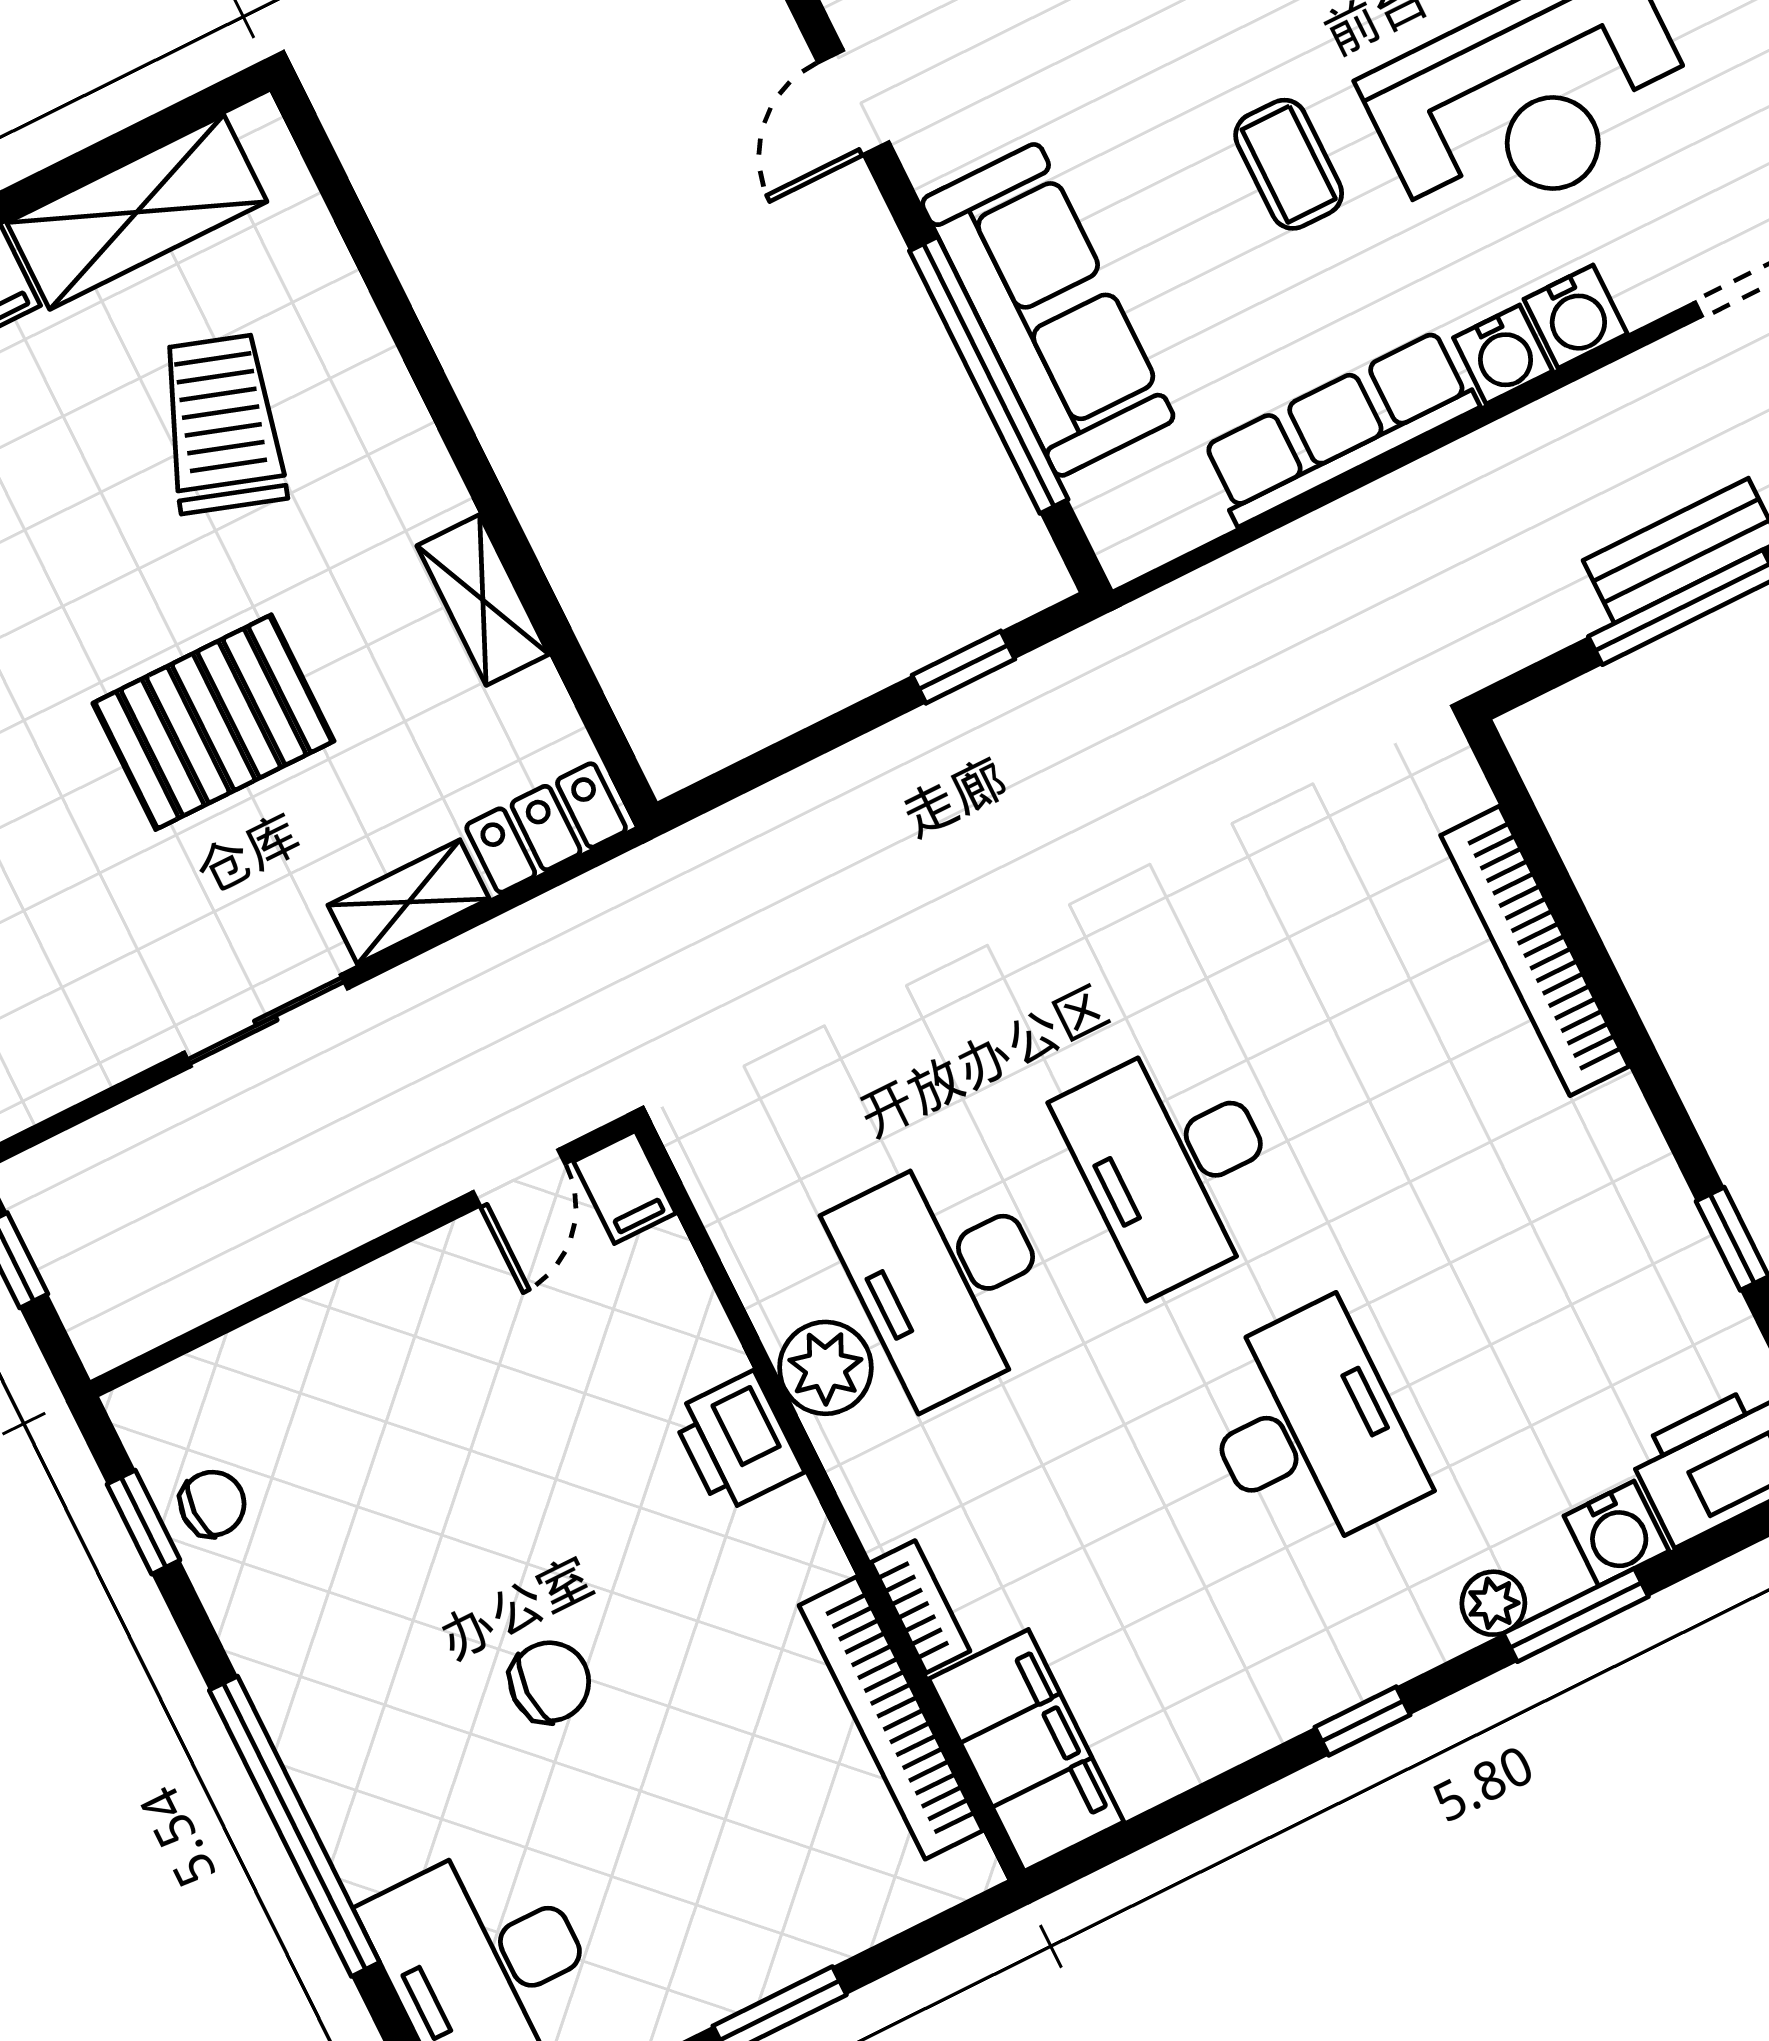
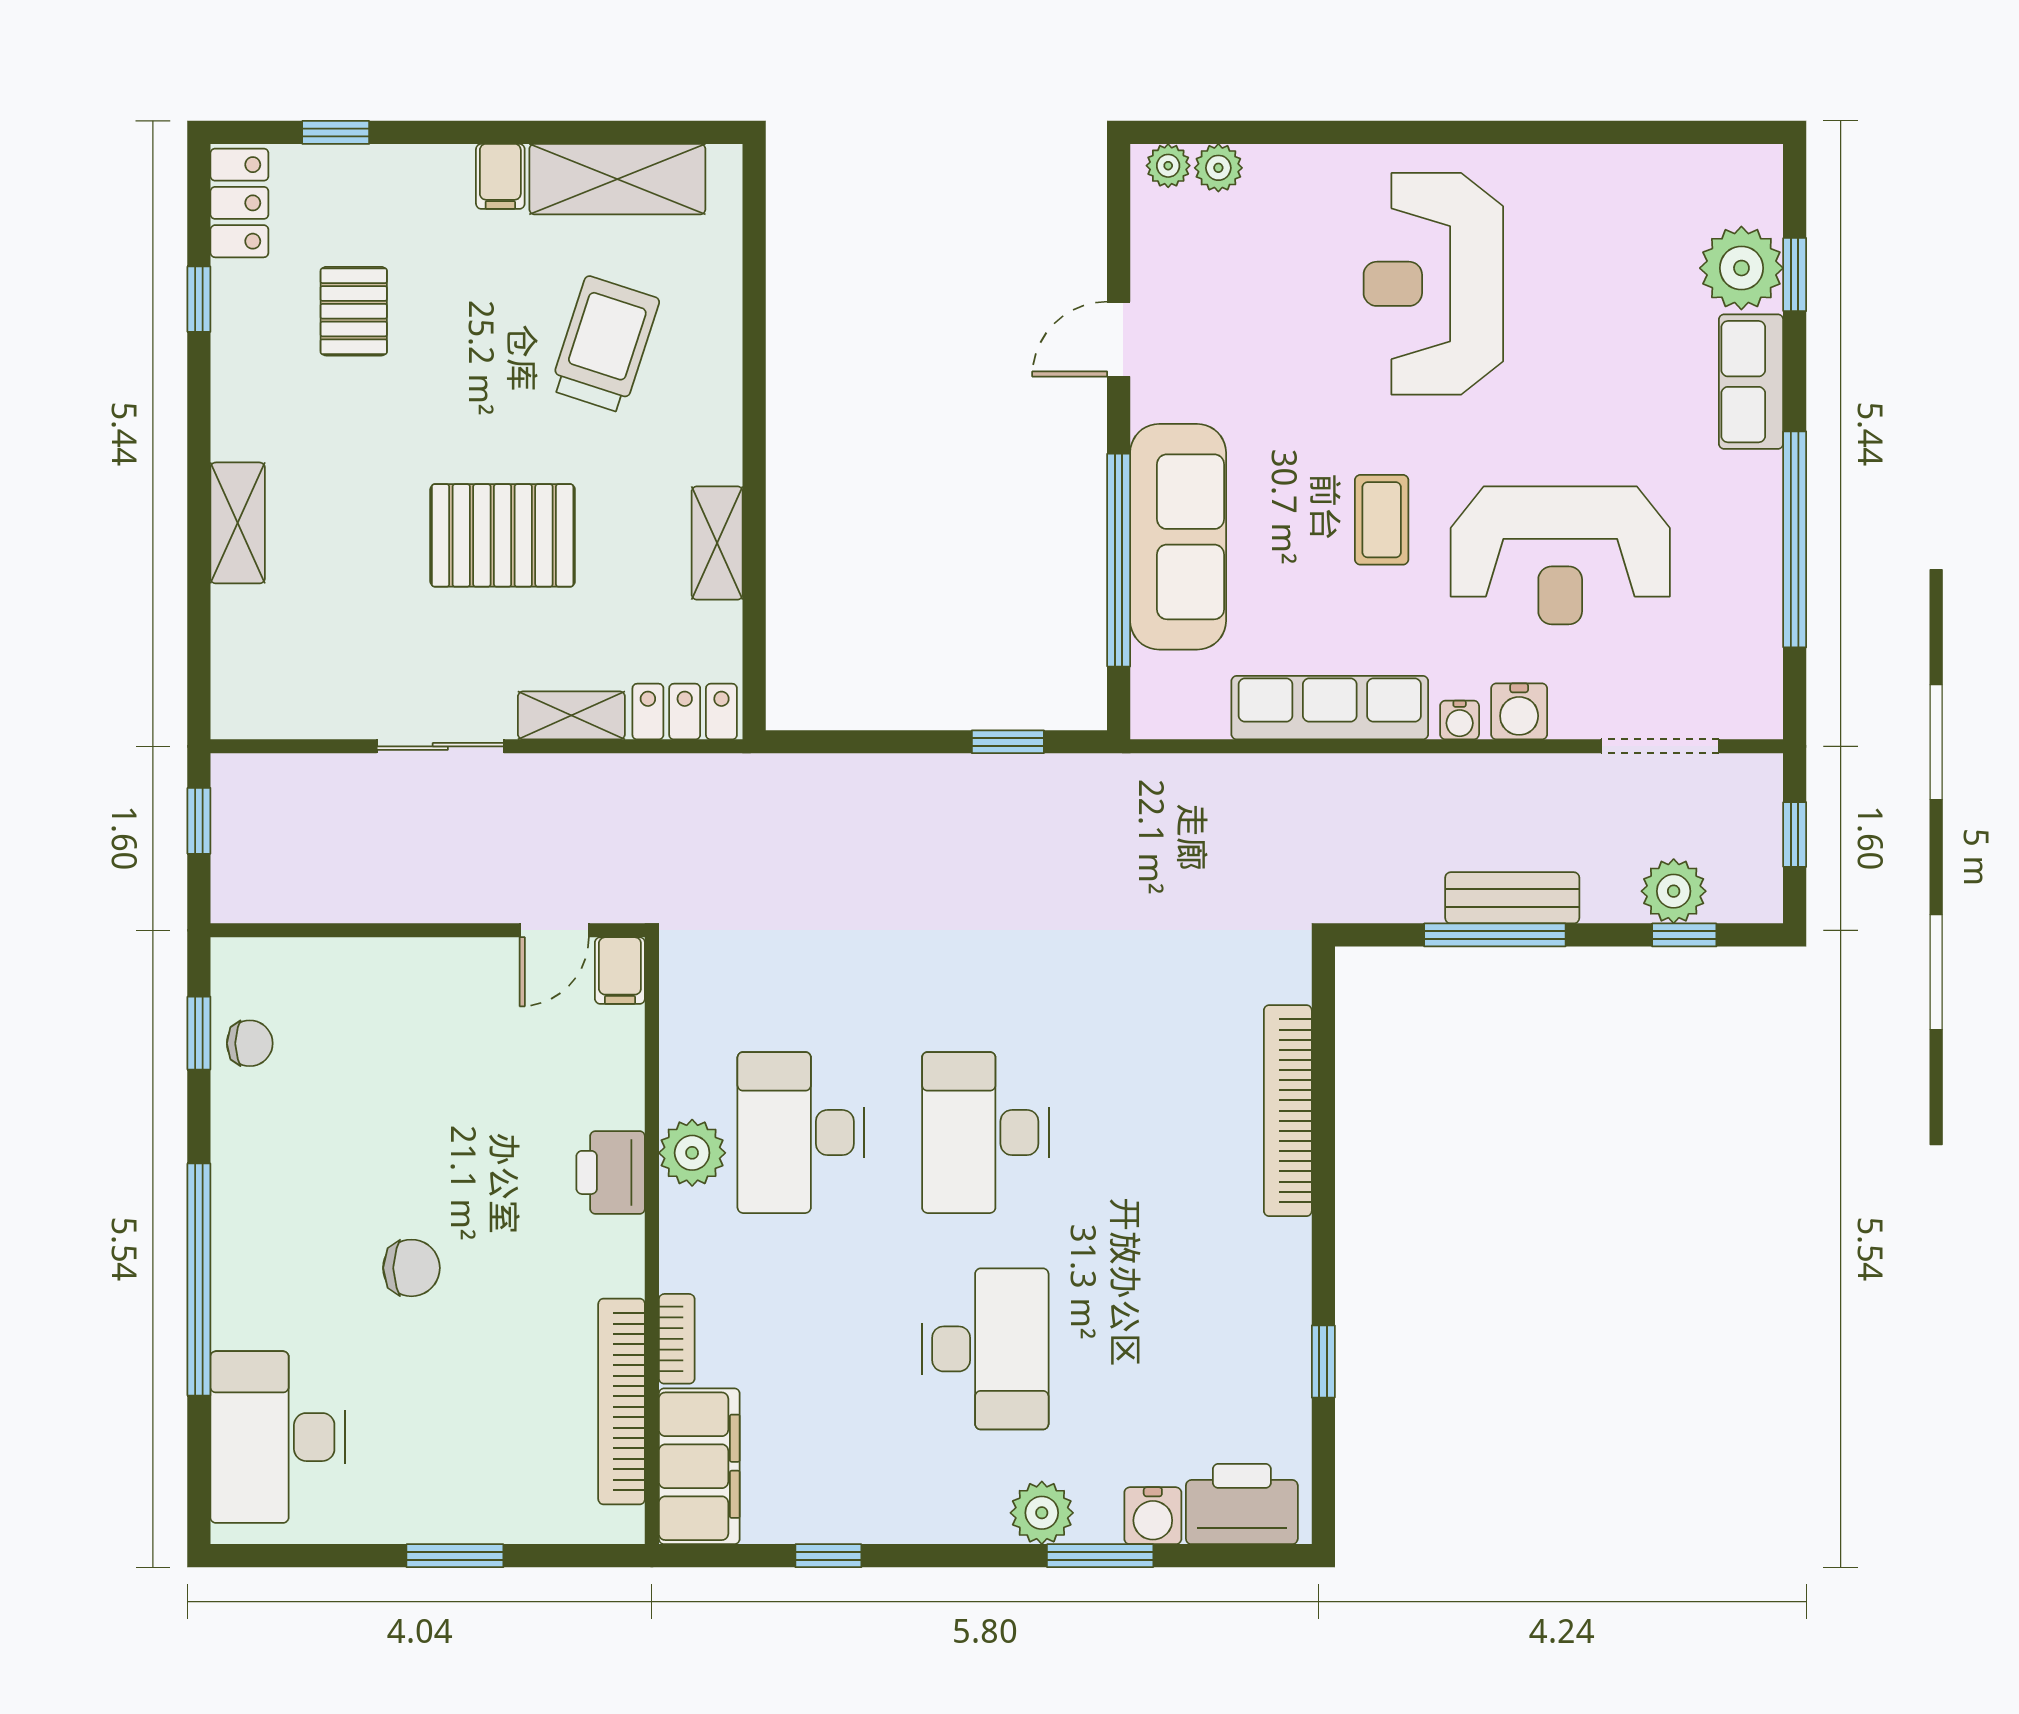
water cooler: (1503, 354) -> (1460, 720), width x0.72, depth x0.72
plant: (1493, 1603) -> (1042, 1513), width x1.38, depth x1.38
window: (1362, 1721) -> (828, 1556), moved

